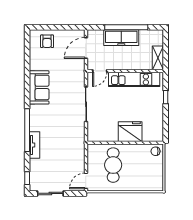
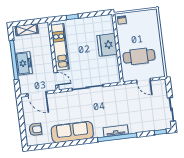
freezer: (121, 38) -> (24, 63), width x0.71
shelving: (158, 58) -> (27, 30), moved
sofa: (39, 87) -> (72, 132), width x1.36
tv unit: (35, 145) -> (116, 131), moved
door: (86, 181) -> (144, 81), moved

